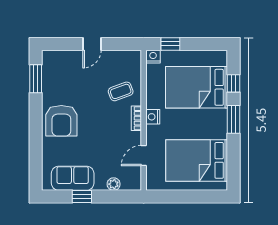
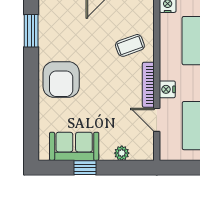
nightstand: (153, 117) -> (167, 89), moved
bookcase: (136, 118) -> (148, 85), width x1.56
door: (144, 156) -> (157, 120), hinge flipped

